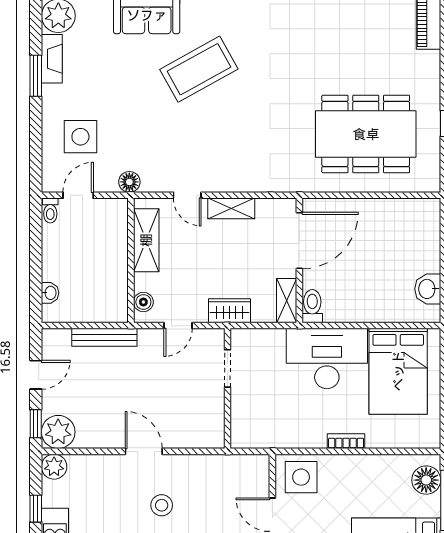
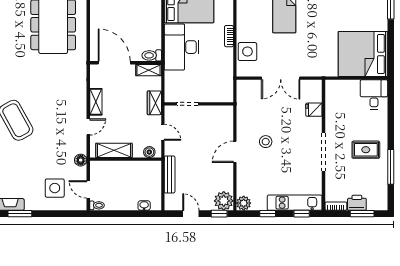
side table: (301, 477) -> (247, 52), moved

